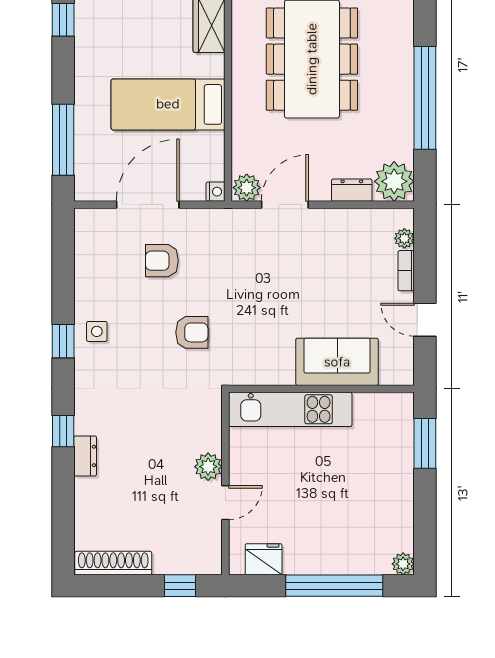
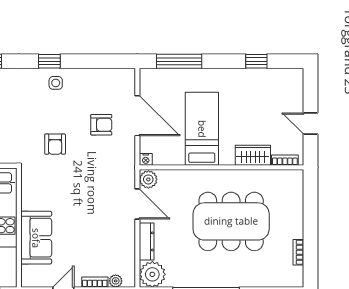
dresser: (352, 190) -> (147, 241), width x1.44
armchair: (162, 261) -> (101, 125), turned 90

